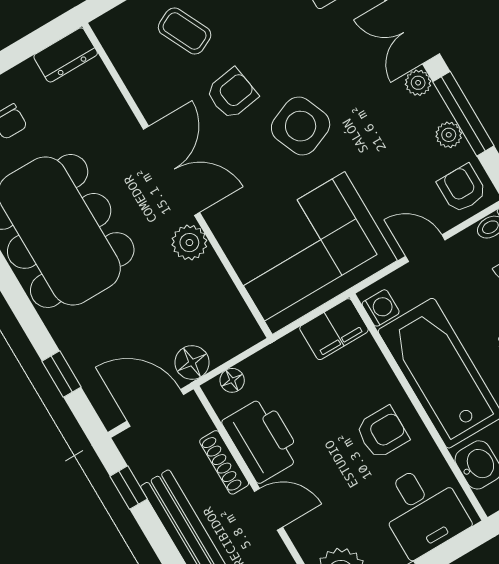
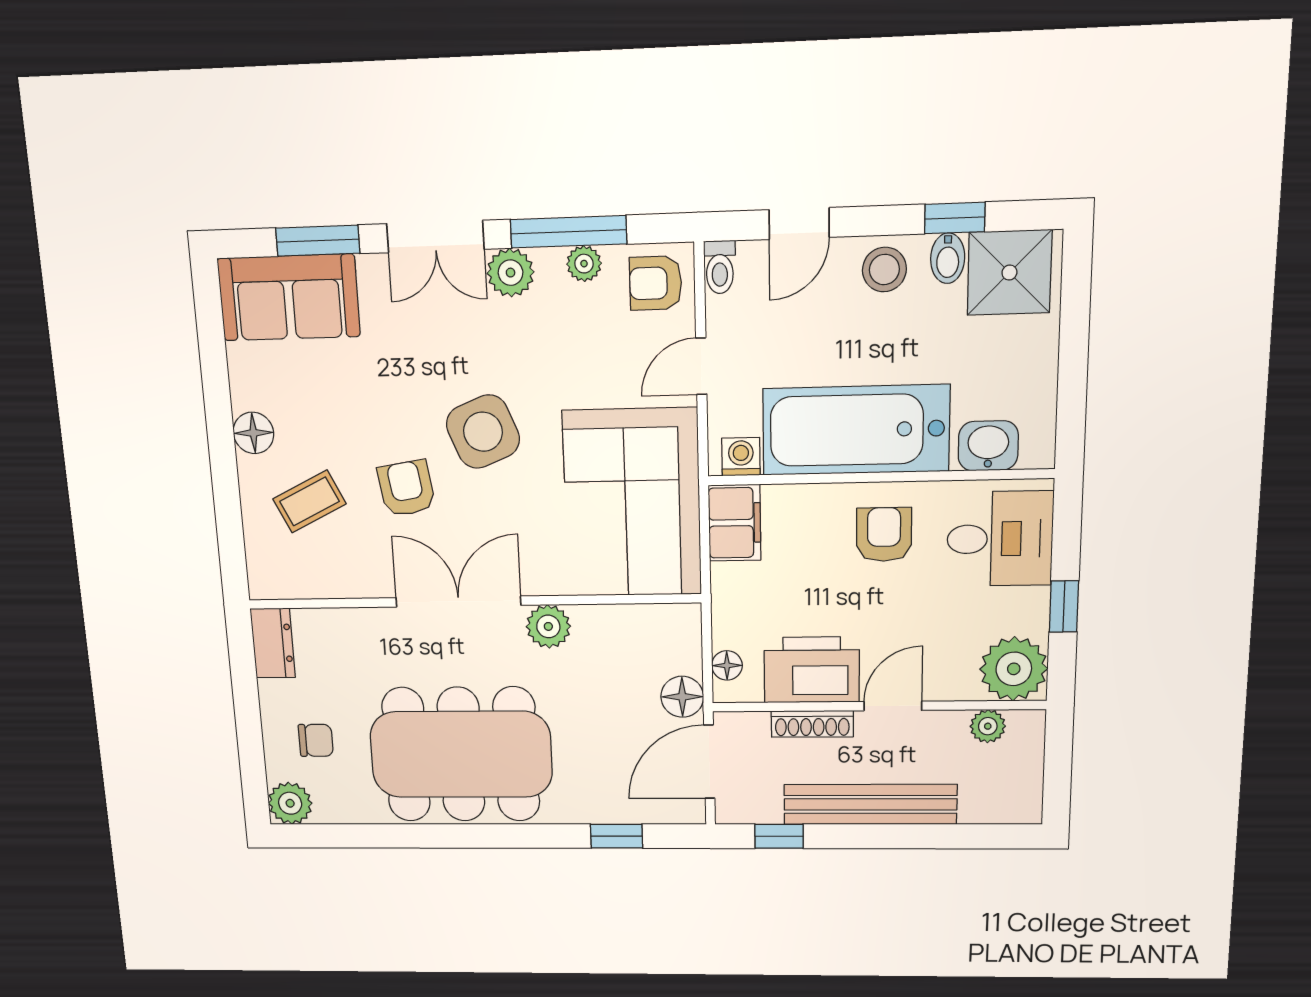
plant: (418, 83) -> (511, 273), width x1.38, depth x1.38

